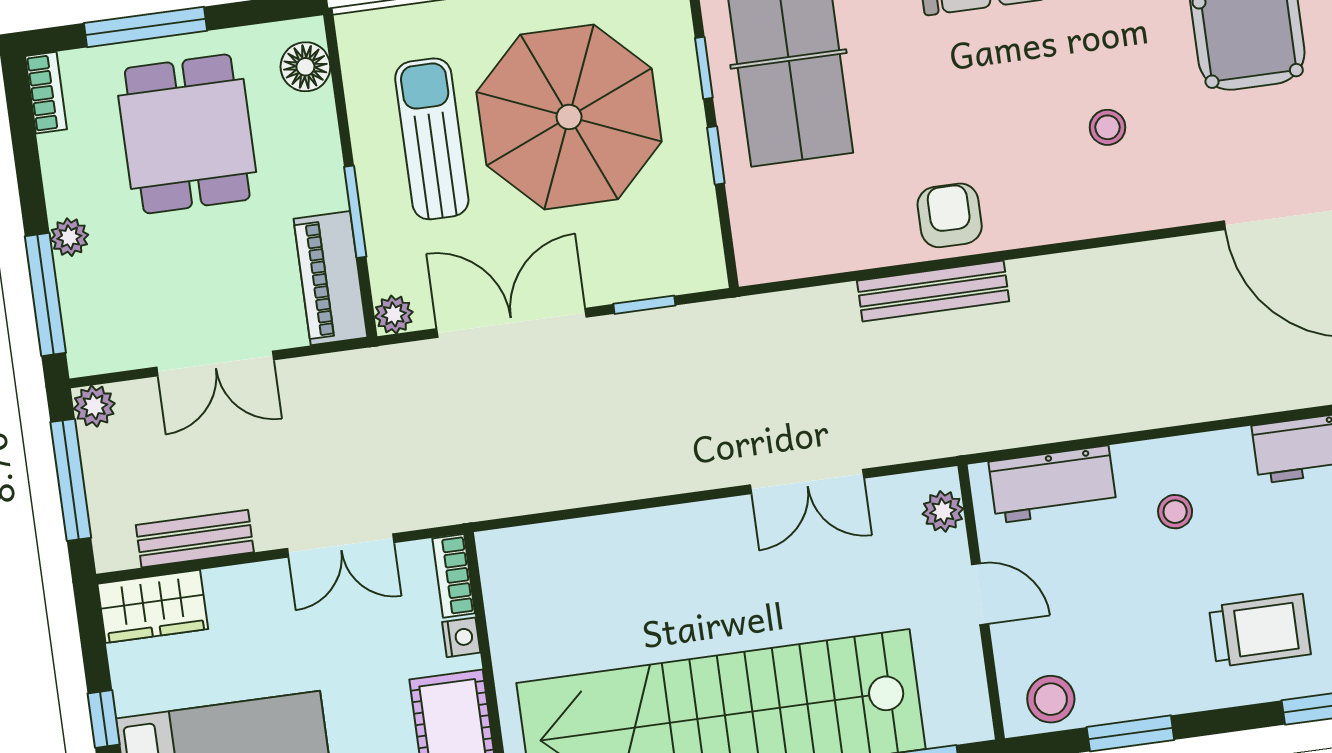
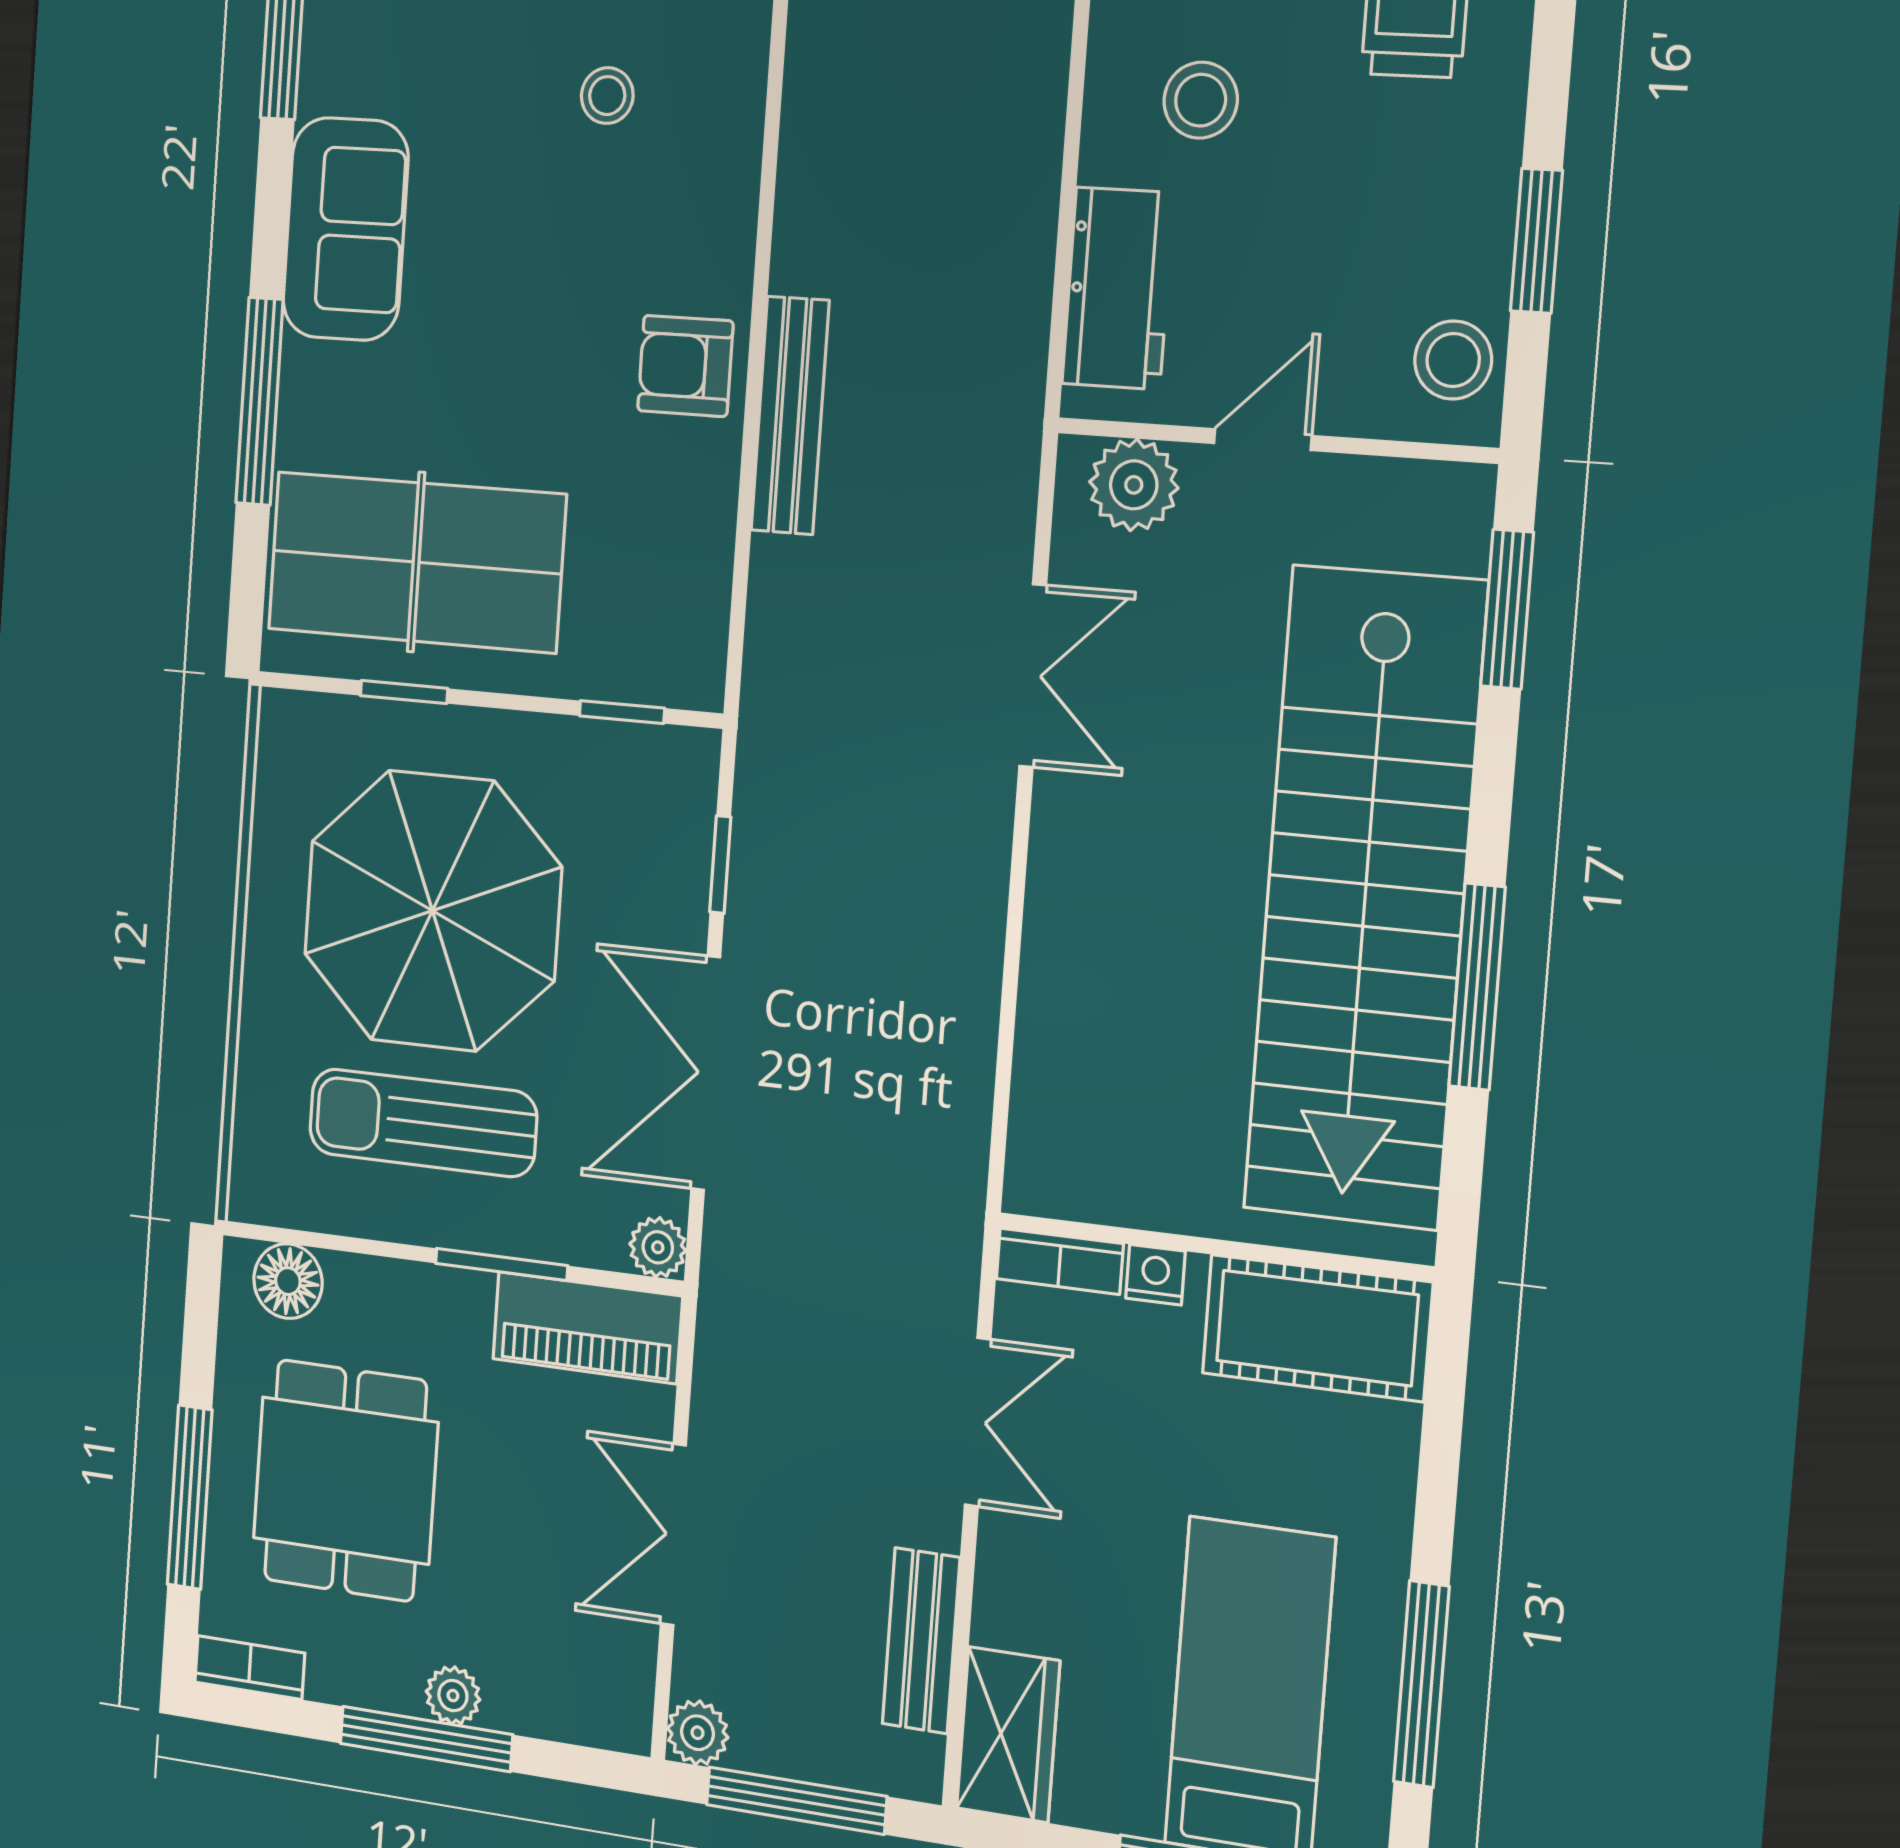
dining table: (187, 134) -> (345, 1480), turned 90
window: (716, 155) -> (622, 712), moved
window: (45, 295) -> (426, 1739), moved
double door: (215, 363) -> (673, 1535), swing flipped
plant: (943, 511) -> (1134, 485), width x1.38, depth x1.38
stool: (1175, 512) -> (1201, 100), width x1.37, depth x1.37

